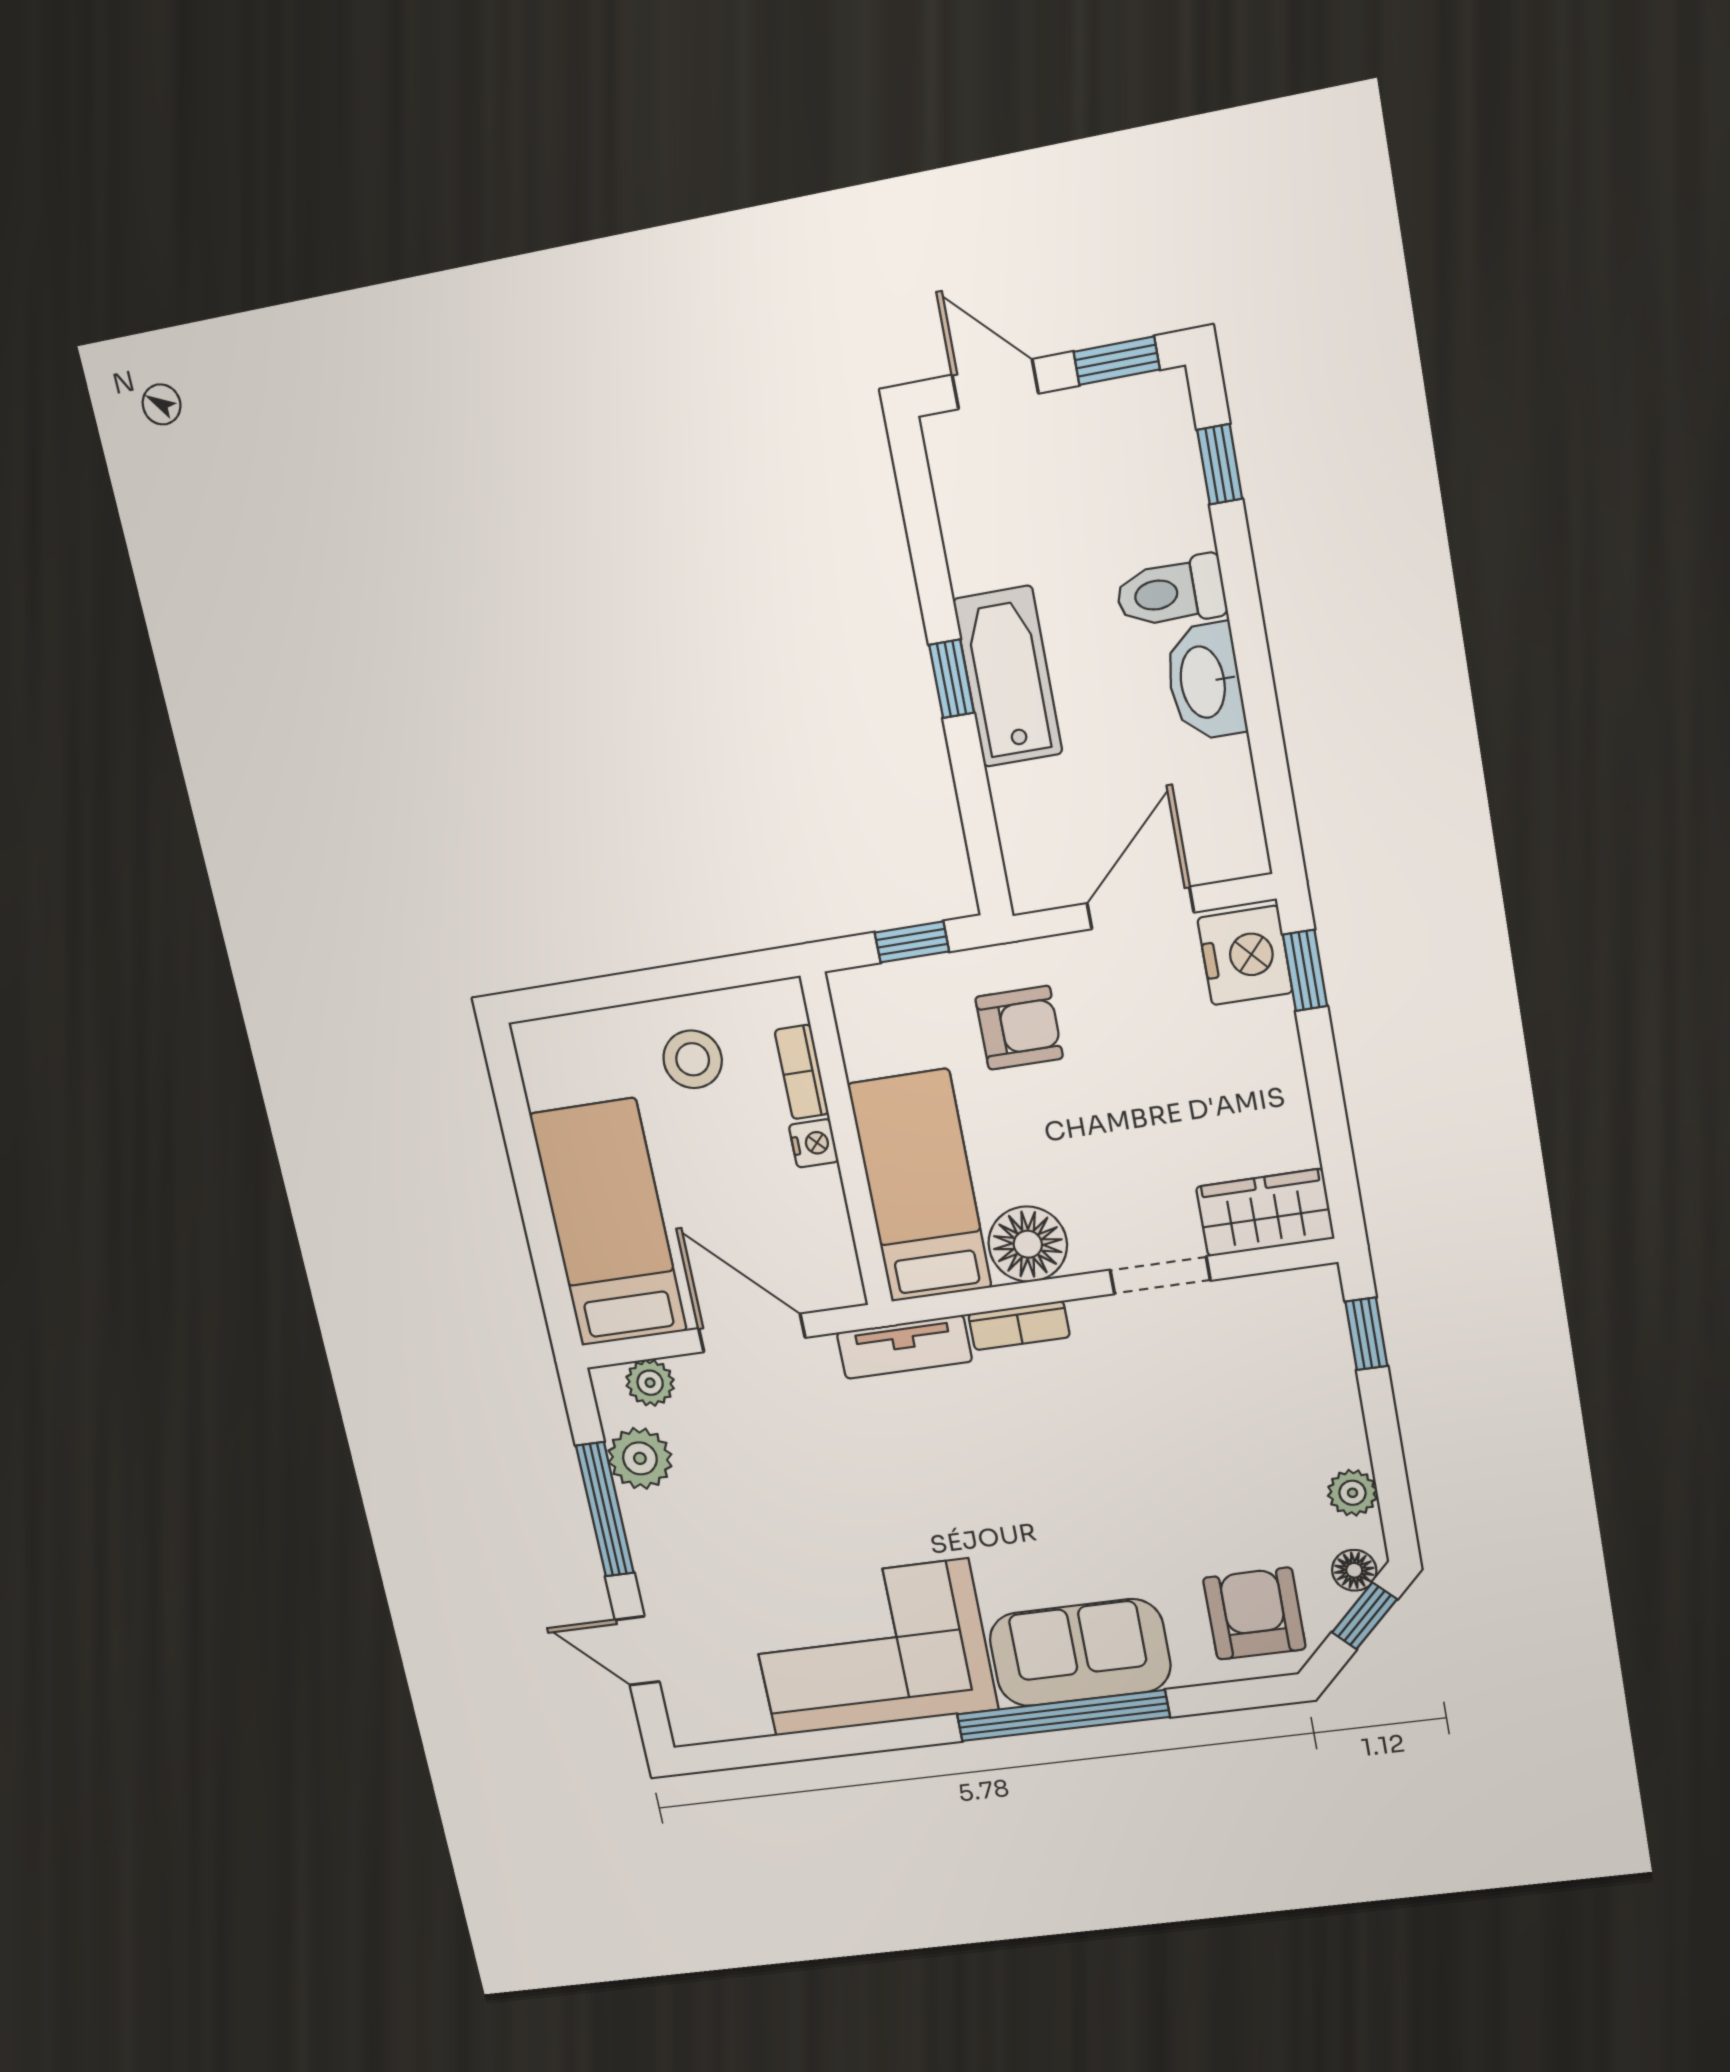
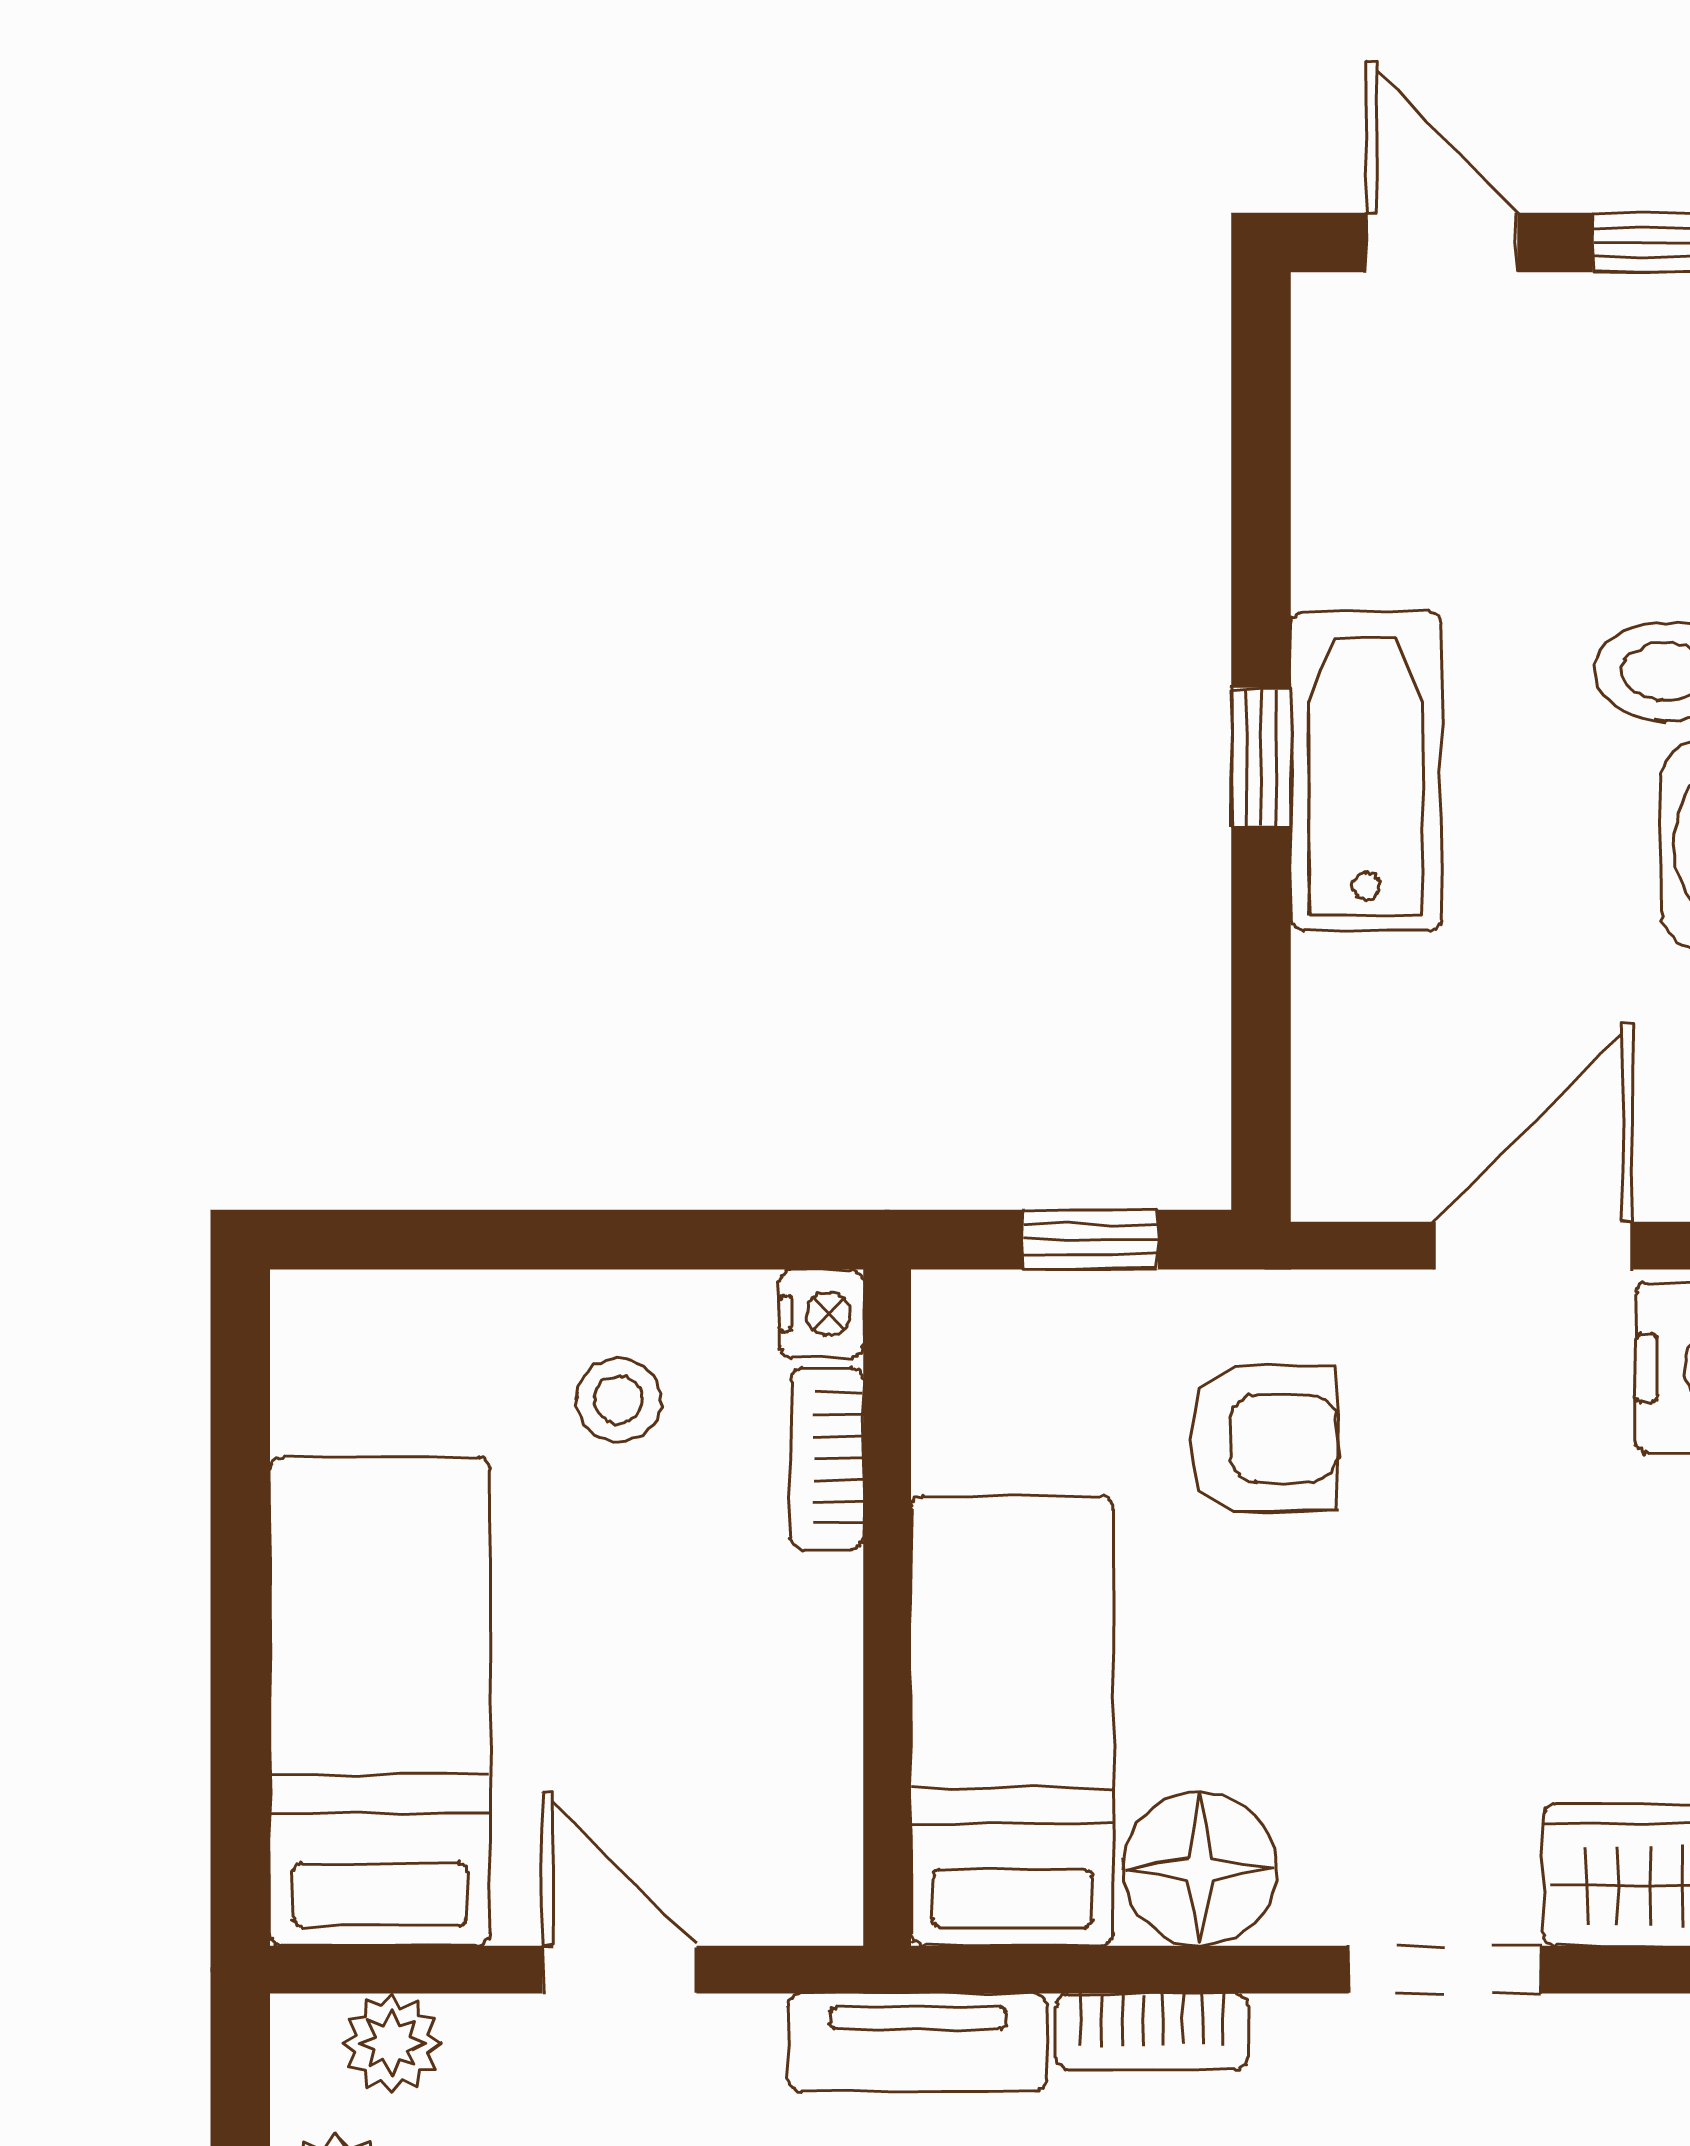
stool: (693, 1059) -> (619, 1400), width x0.73, depth x0.73
nightstand: (814, 1143) -> (822, 1314), moved
door: (752, 1333) -> (620, 1970), width x0.73

